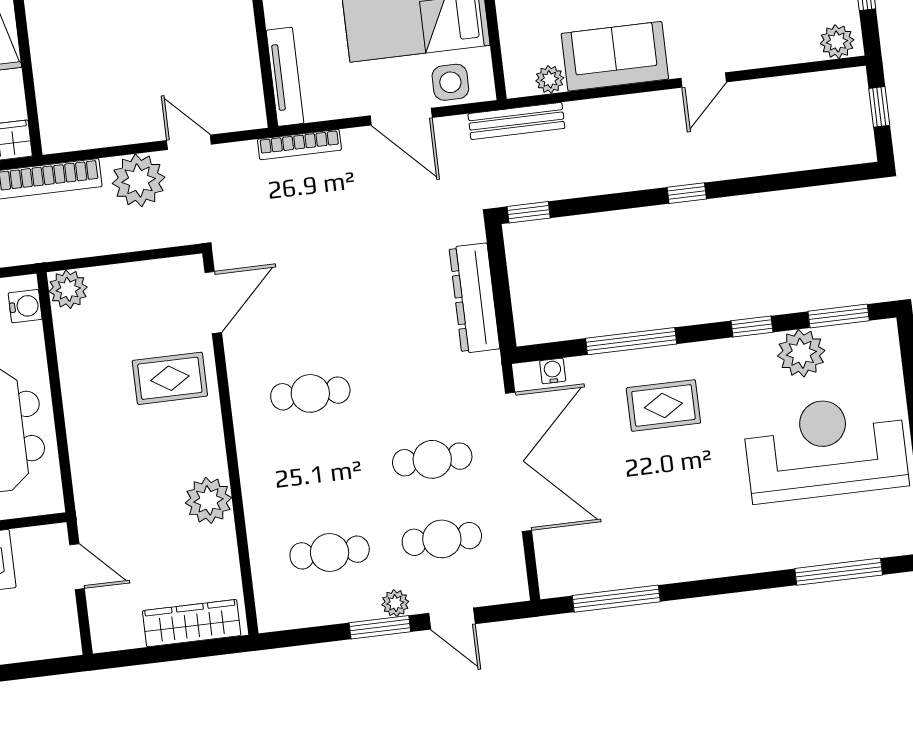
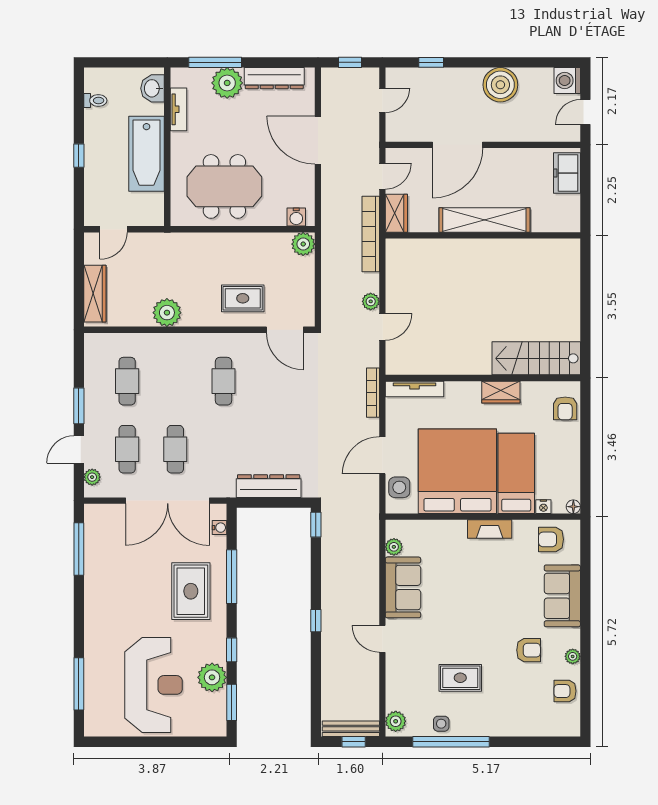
bench: (516, 121) -> (351, 729), moved, turned 90
plant: (139, 180) -> (371, 301), width x0.53, depth x0.53
rug: (170, 378) -> (243, 298), turned 90
rug: (663, 405) -> (191, 591), width x1.36, depth x1.43
door: (77, 567) -> (113, 229), moved
plant: (395, 603) -> (92, 477), moved

